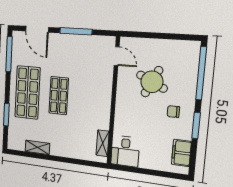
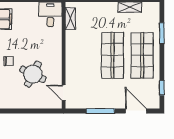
window: (9, 54) -> (162, 88), width x0.46
shop shelf: (59, 96) -> (112, 55), width x1.43, depth x1.36
chair: (173, 112) -> (9, 61), moved

